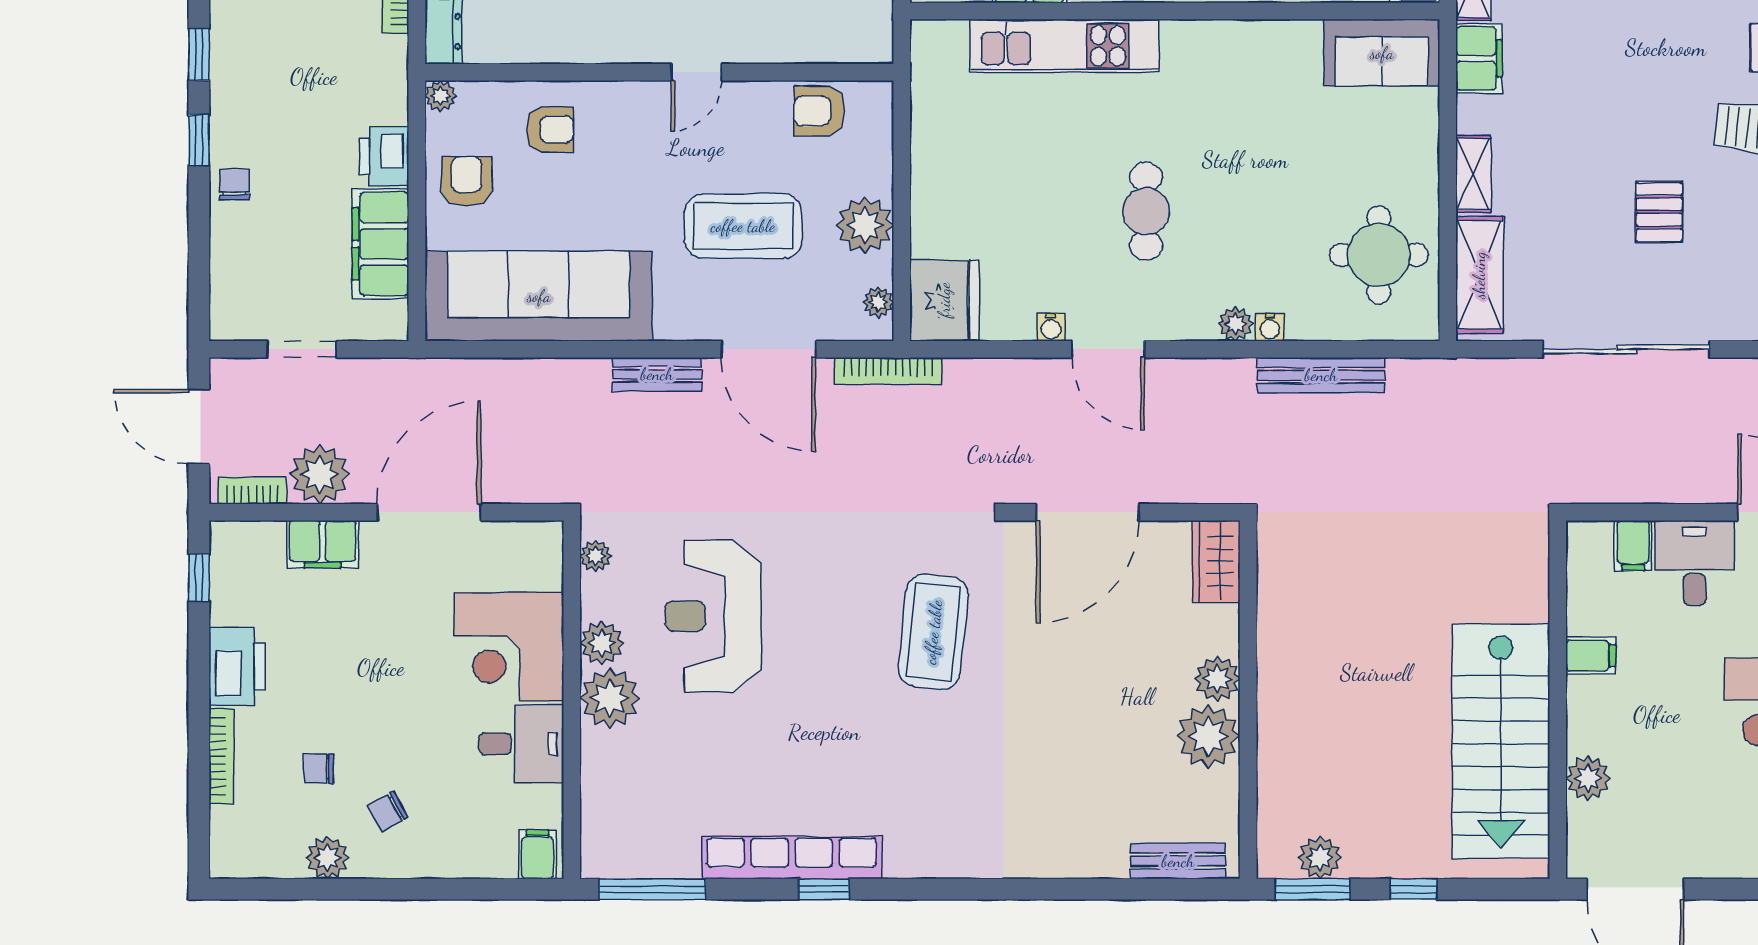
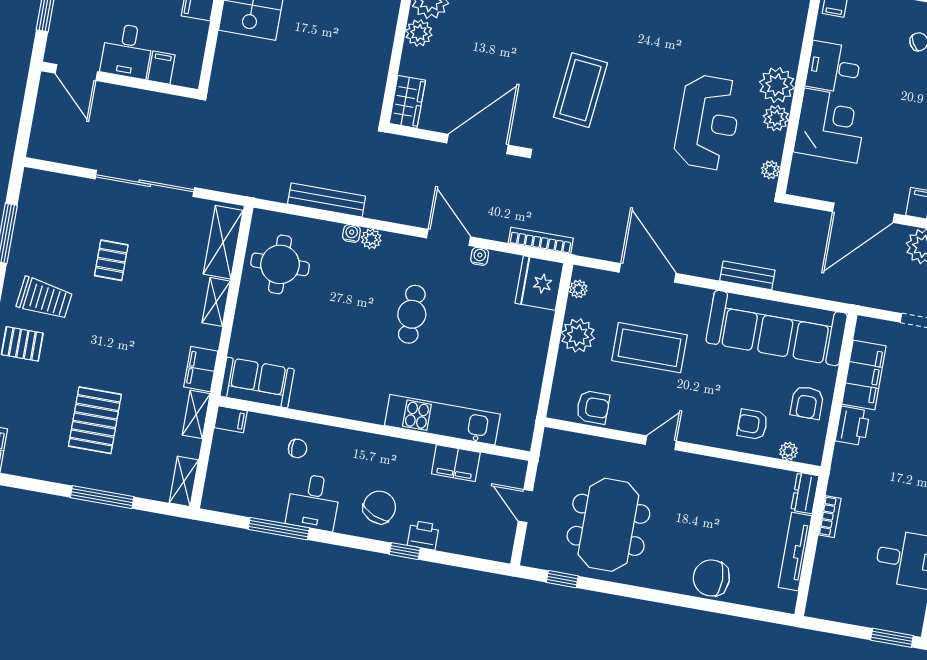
plant: (440, 96) -> (788, 451), moved
bookcase: (888, 371) -> (541, 241), moved
bench: (657, 374) -> (747, 275), moved

